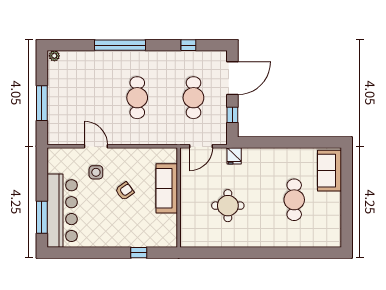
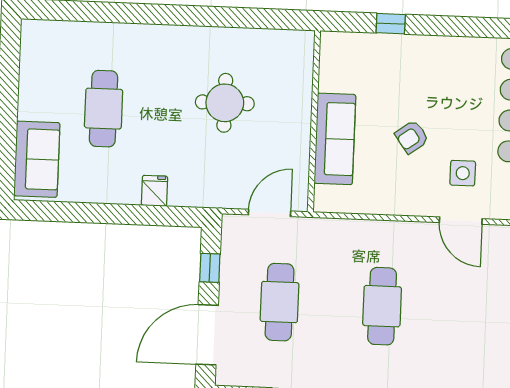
fridge: (234, 156) -> (155, 191), moved

